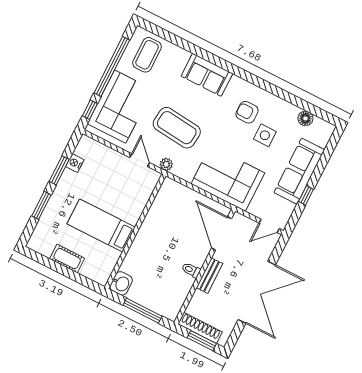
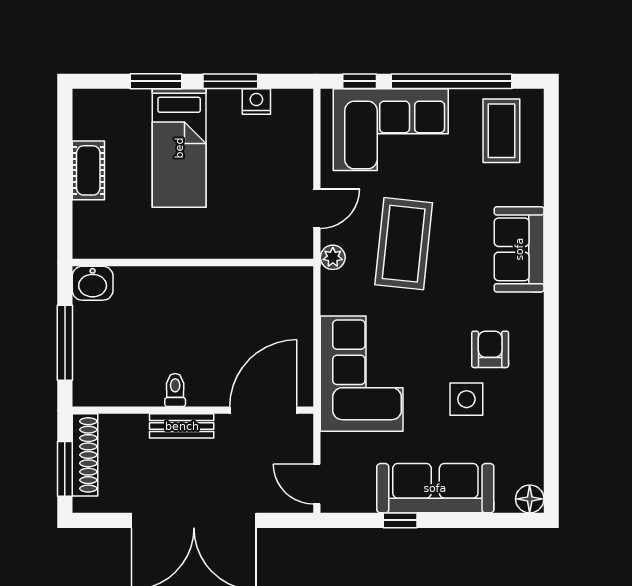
coffee table: (147, 55) -> (501, 131), turned 90
floor lamp: (305, 118) -> (530, 499), moved
bed: (101, 225) -> (179, 148), moved, turned 180

